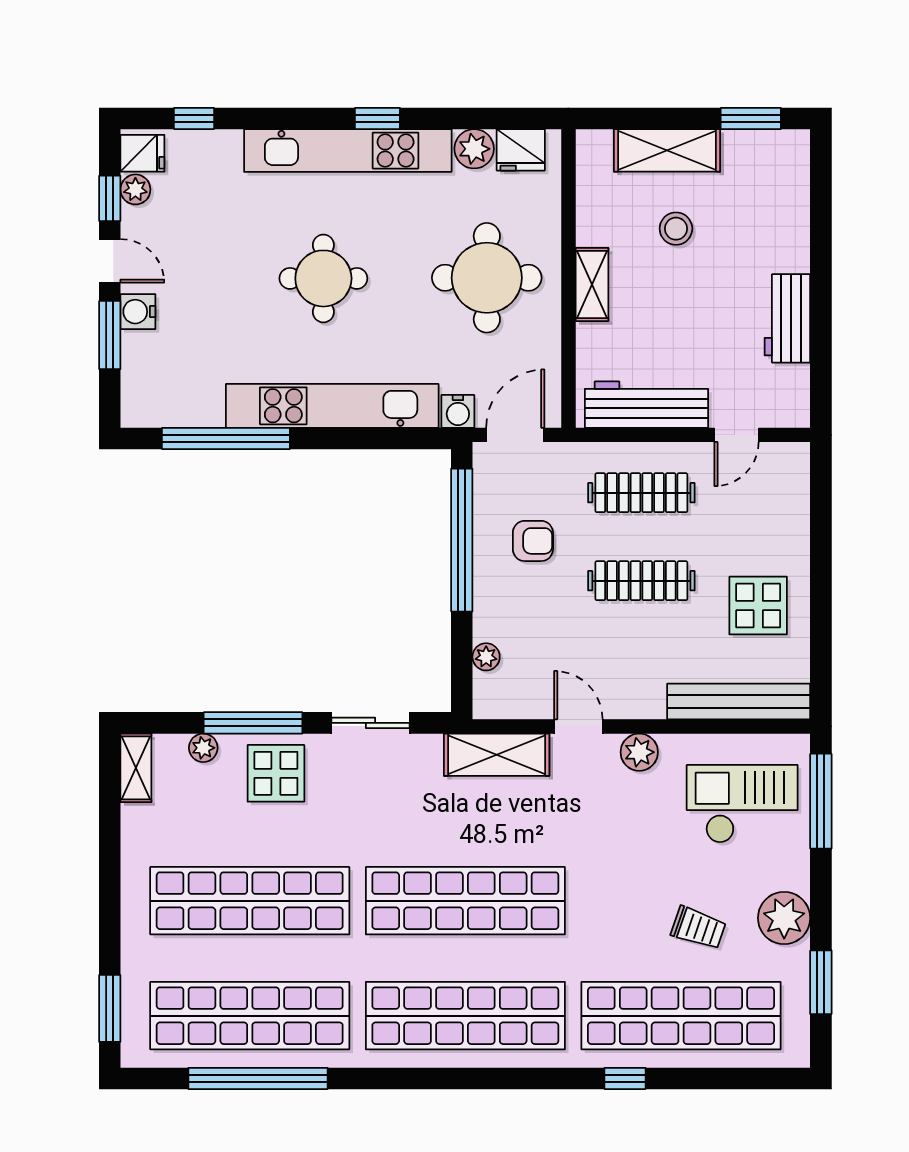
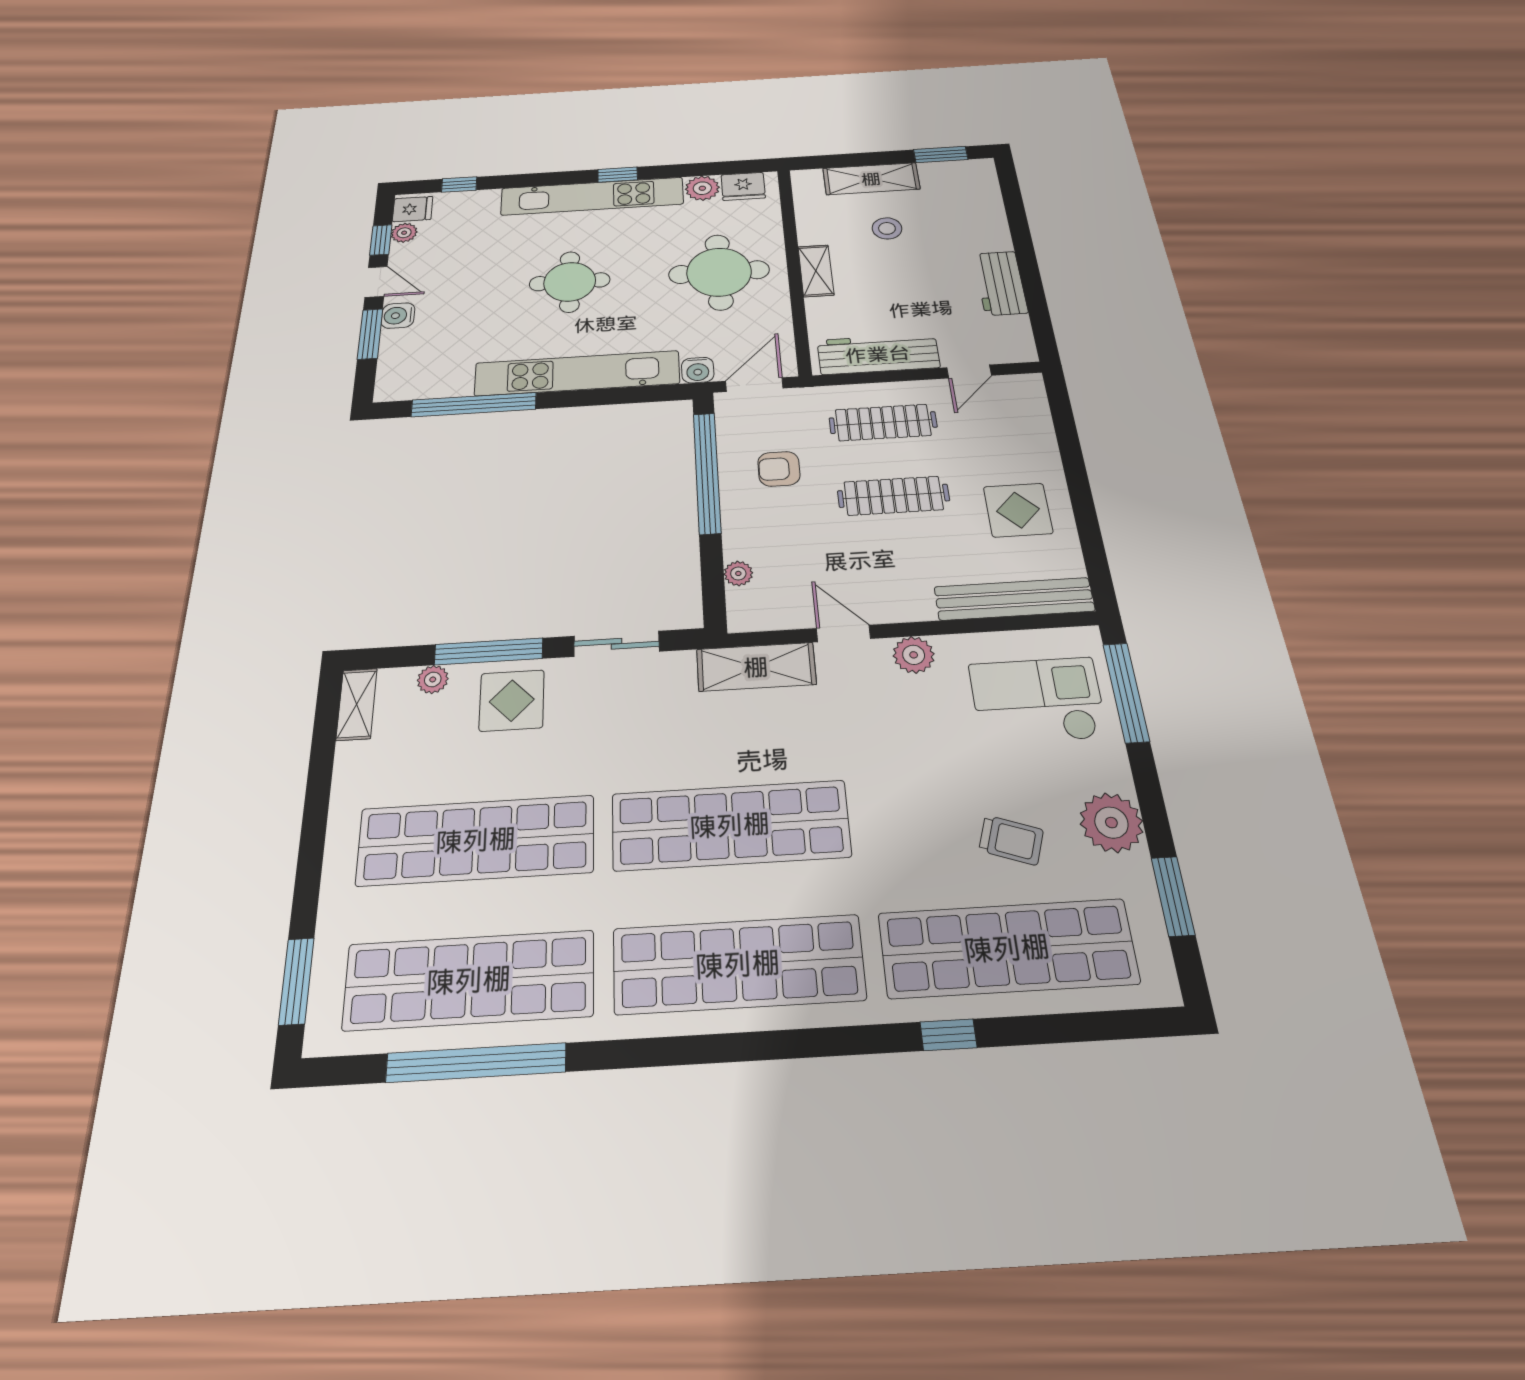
armchair: (533, 541) -> (779, 469), turned 180

